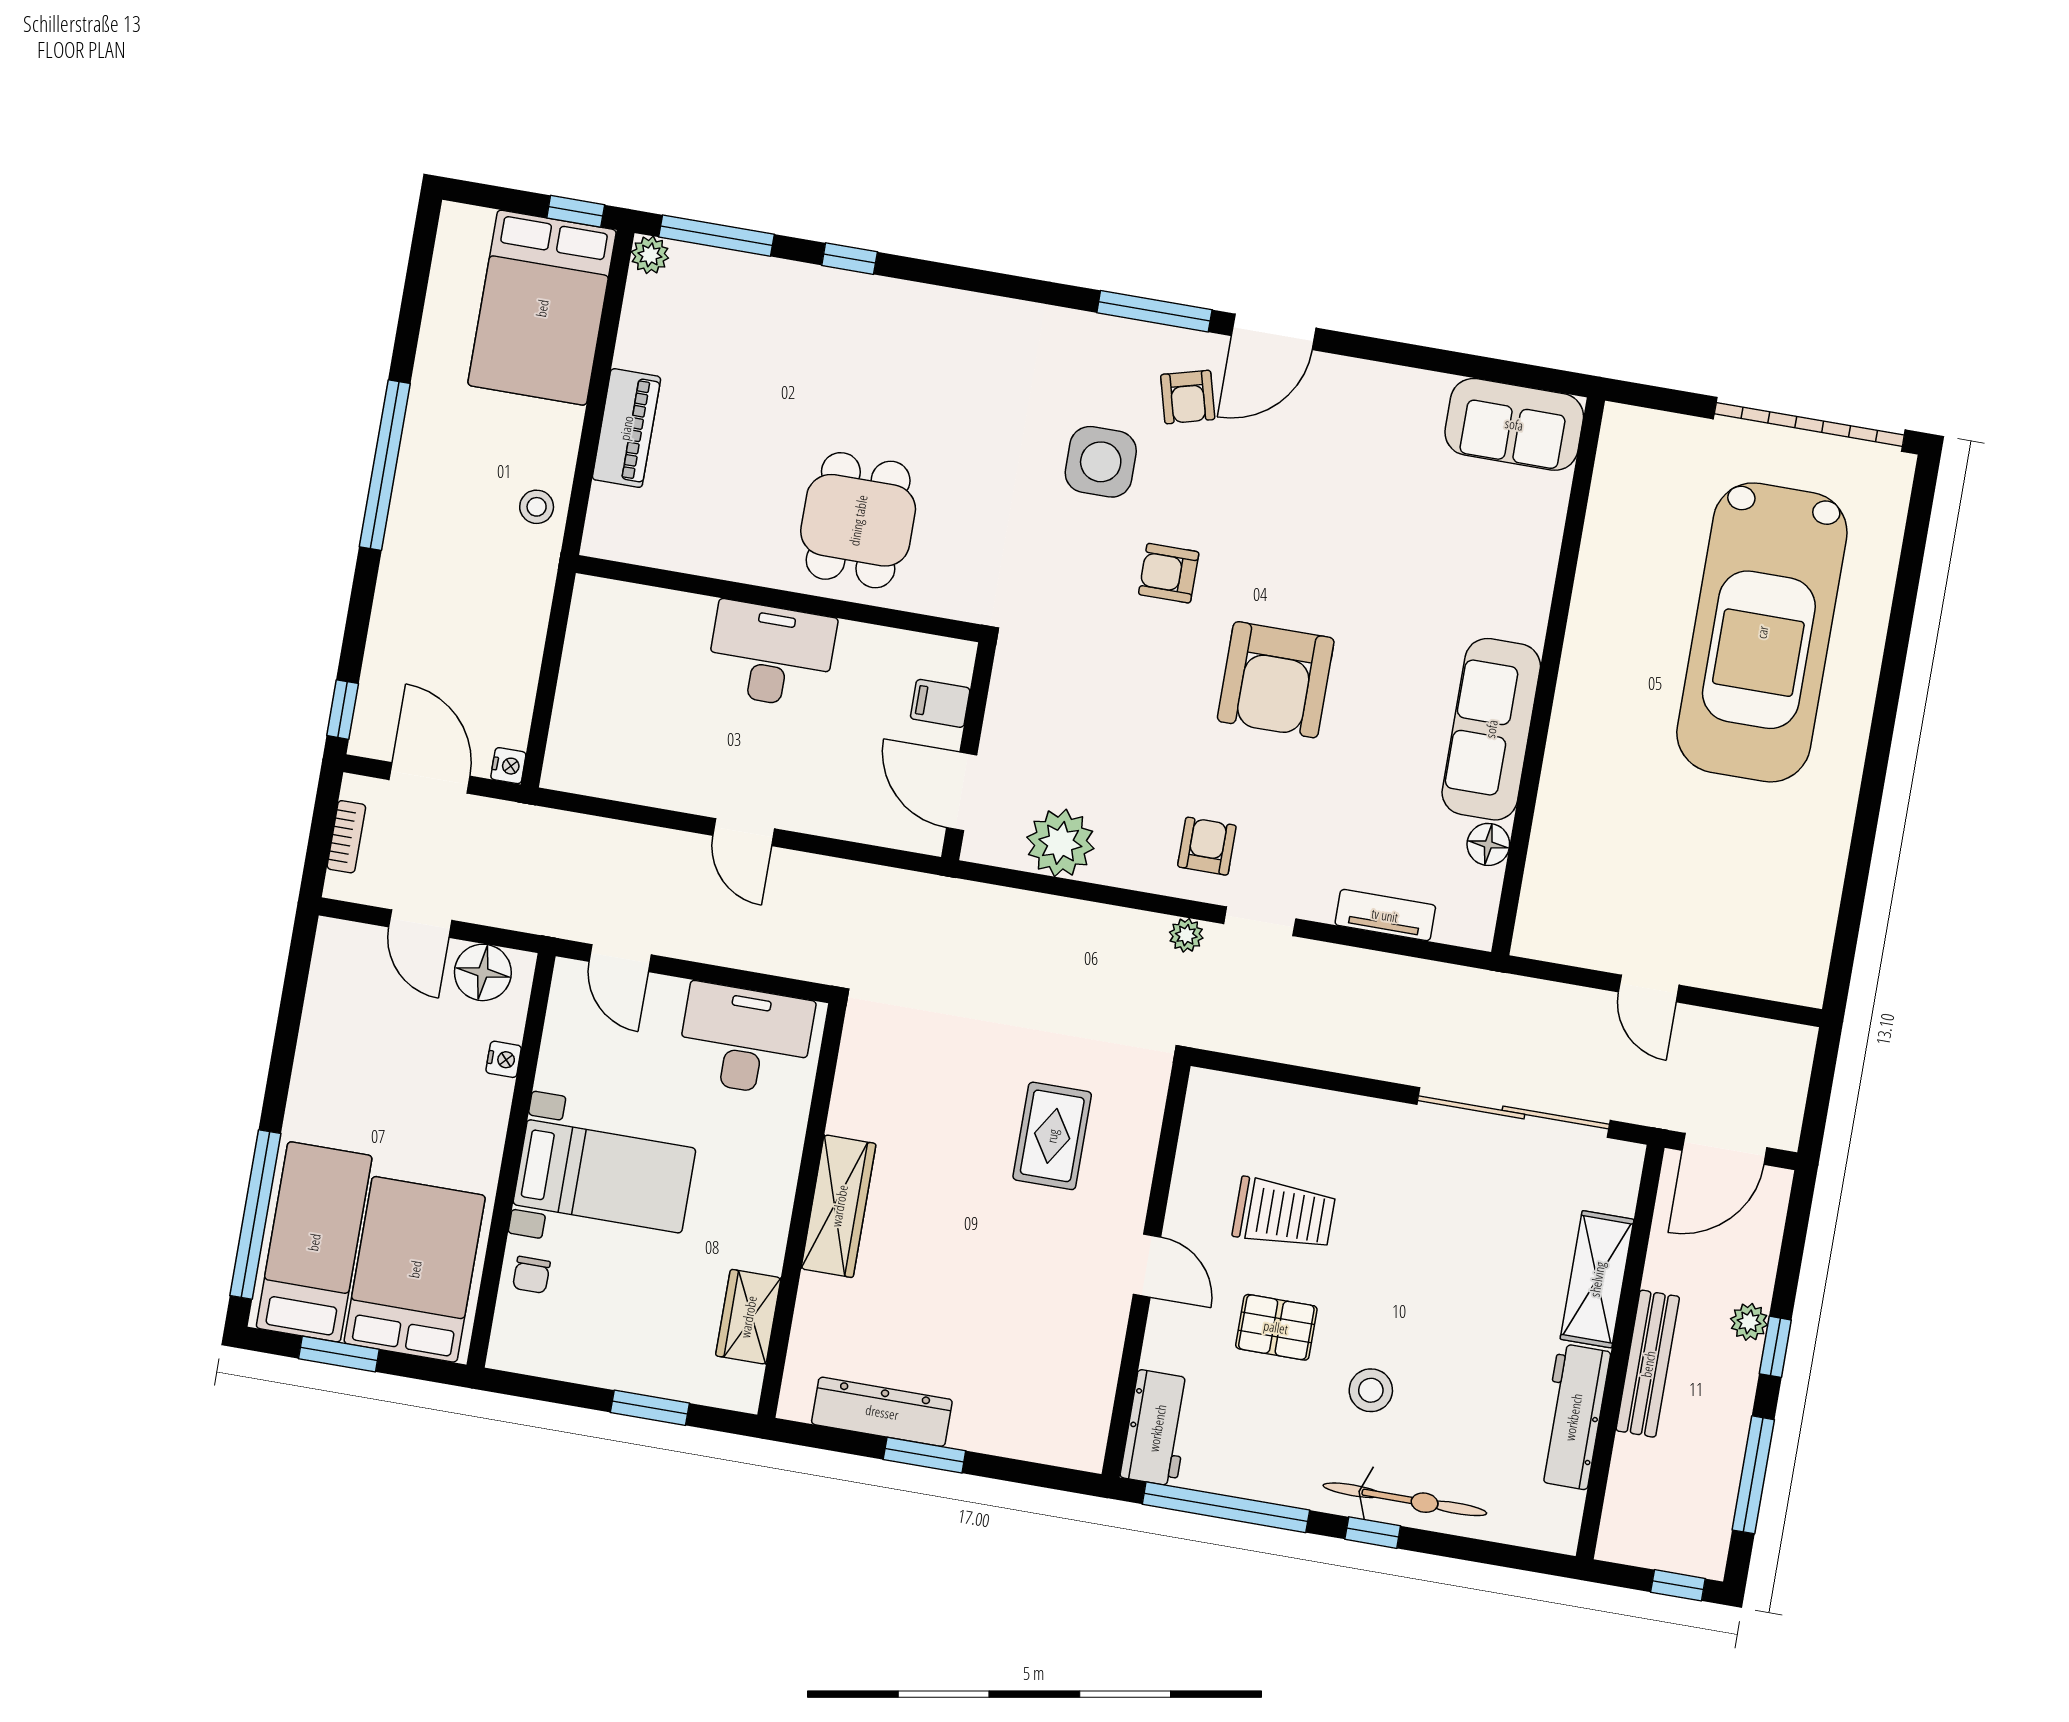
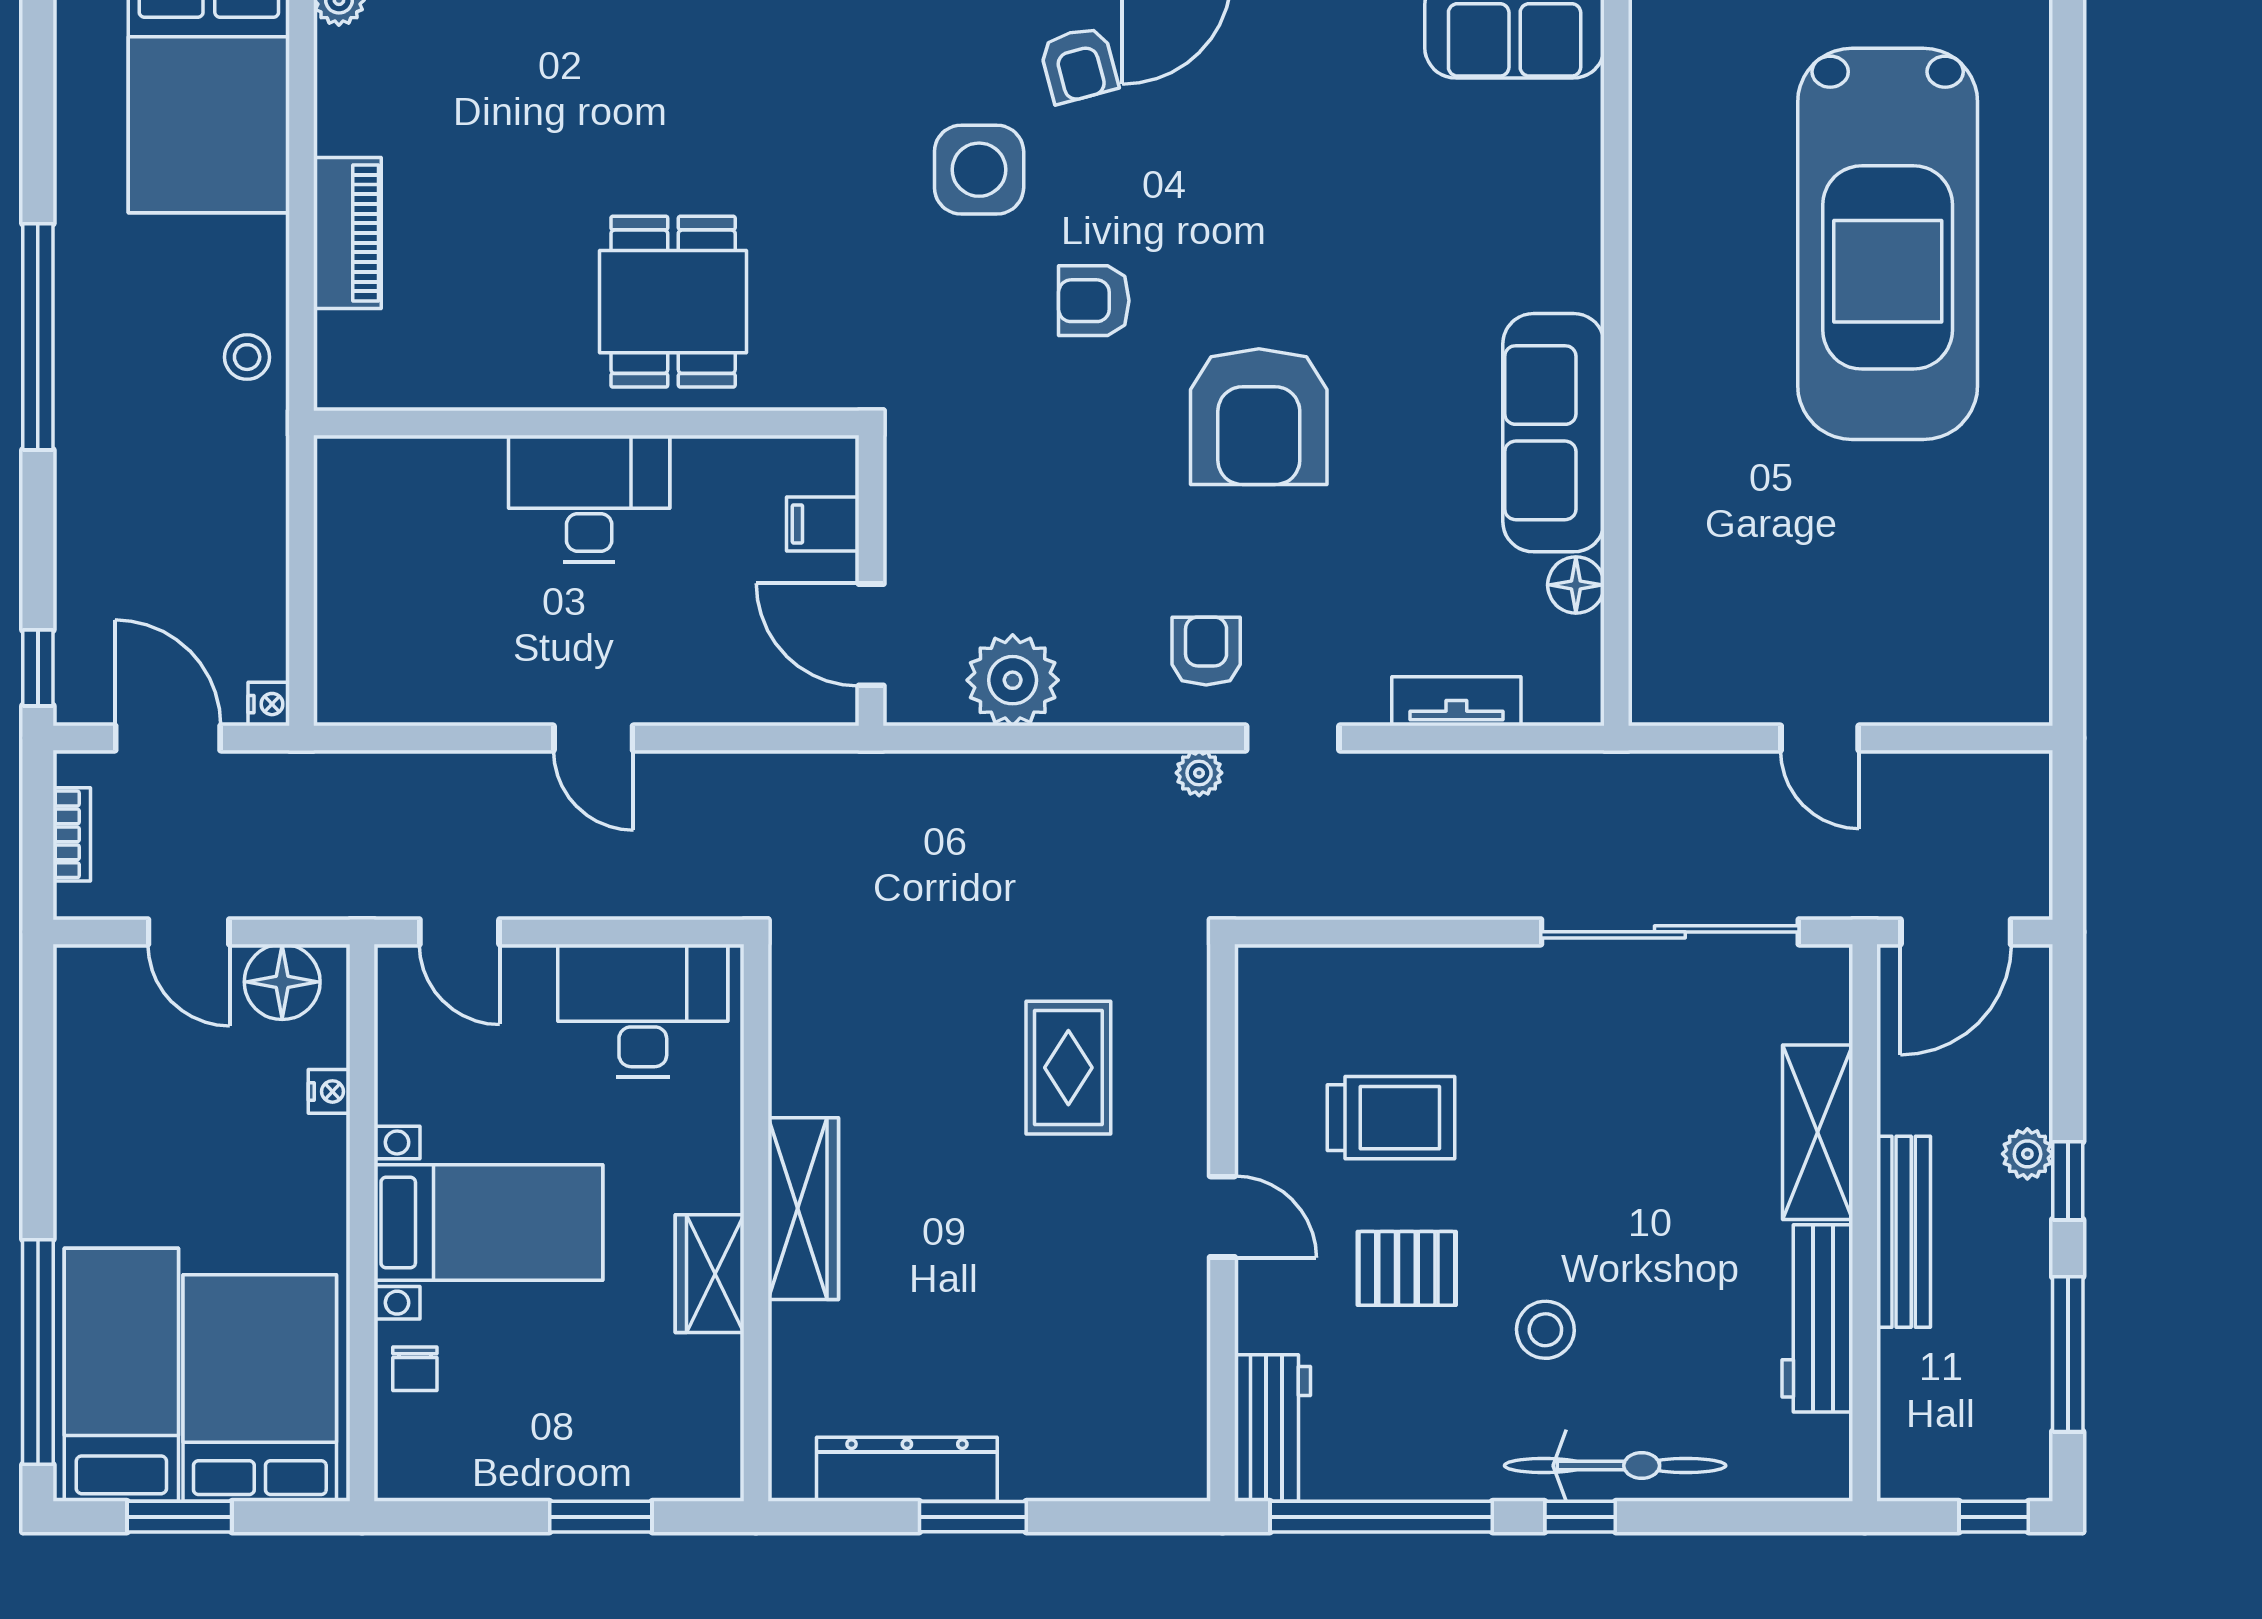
wardrobe: (748, 1317) -> (710, 1274), moved

